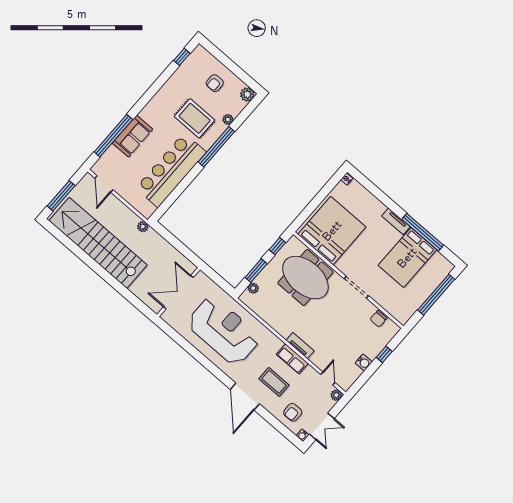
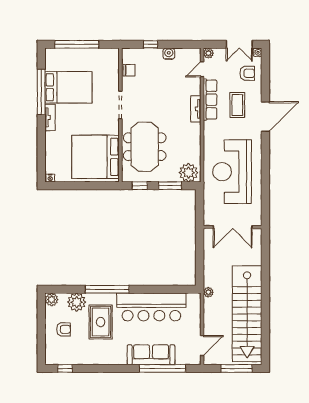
plant: (228, 119) -> (77, 302), width x1.88, depth x1.88
sofa: (132, 136) -> (151, 355), width x1.36
plant: (253, 288) -> (188, 173), width x1.88, depth x1.88
row of seats: (292, 359) -> (210, 100), width x1.48
double door: (322, 426) -> (239, 44), swing flipped

